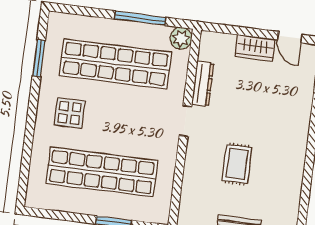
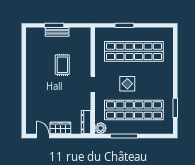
dresser: (203, 84) -> (86, 122), moved
display table: (70, 113) -> (127, 84), moved

